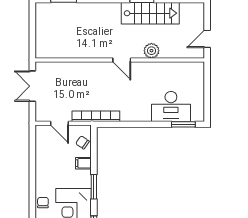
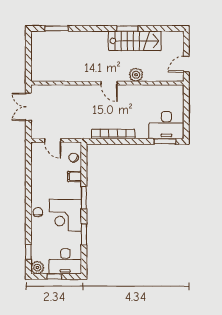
desk: (171, 106) -> (166, 125), moved
bookcase: (96, 116) -> (113, 134), moved

